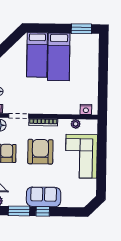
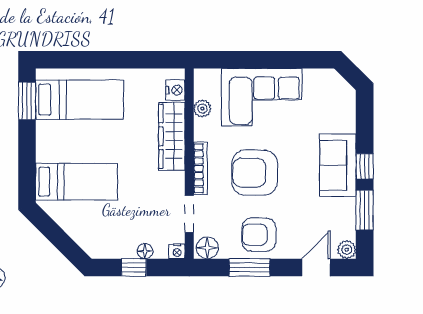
bed: (59, 57) -> (79, 100), moved
wardrobe: (61, 107) -> (172, 136), added

